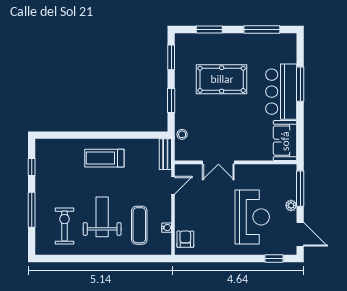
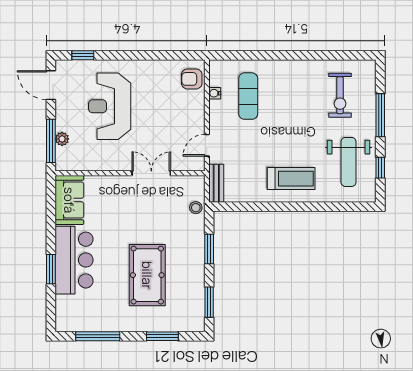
pool table: (222, 79) -> (147, 275), turned 90
window: (300, 84) -> (51, 269), width x0.69
plant: (291, 205) -> (62, 139), moved
weight bench: (102, 217) -> (349, 162), moved
armchair: (185, 239) -> (192, 79), turned 90

